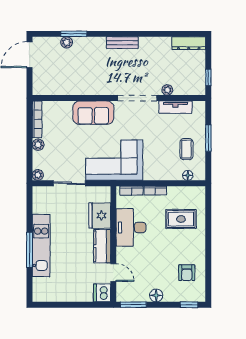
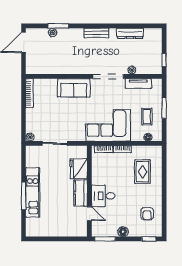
dresser: (189, 43) -> (130, 33), moved
plant: (38, 145) -> (30, 113), removed
corner sofa: (114, 160) -> (108, 125), moved
rug: (181, 219) -> (143, 172), turned 90
desk: (131, 227) -> (103, 196), moved, width x0.73
dishwasher: (102, 293) -> (81, 230), removed

